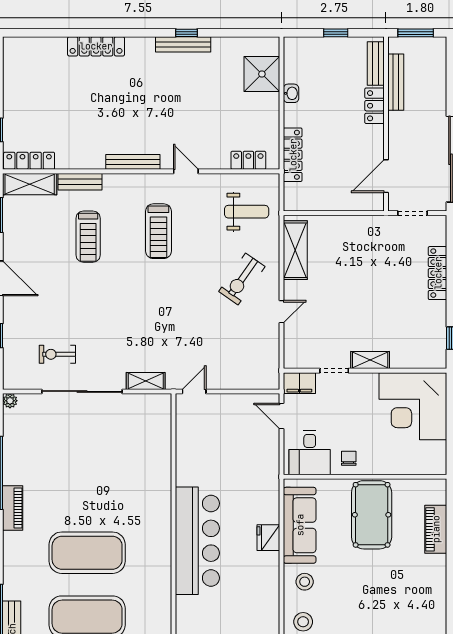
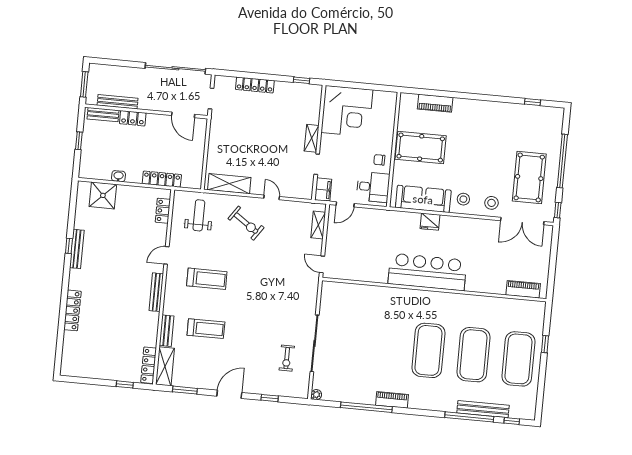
shelving: (146, 381) -> (318, 225), moved

